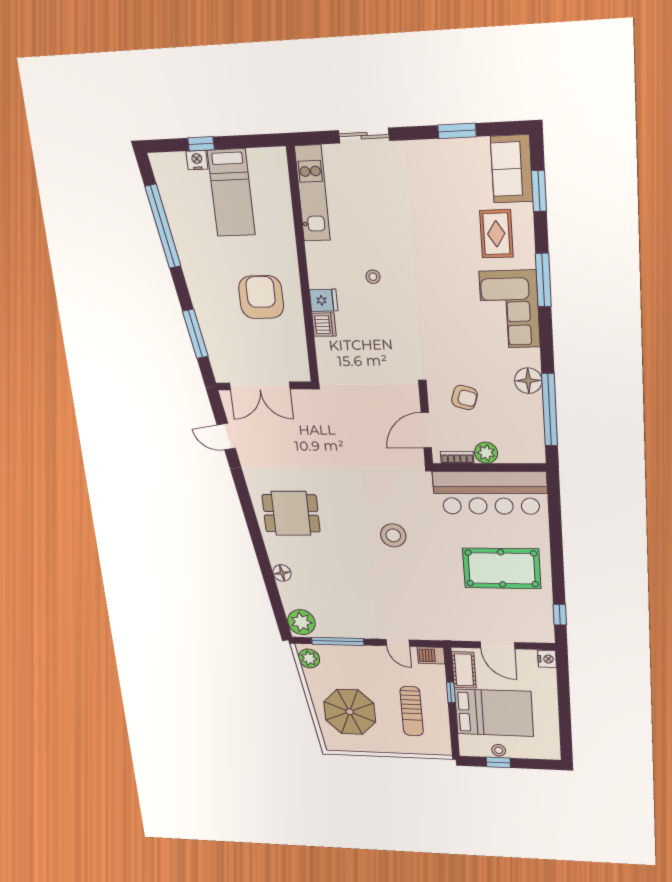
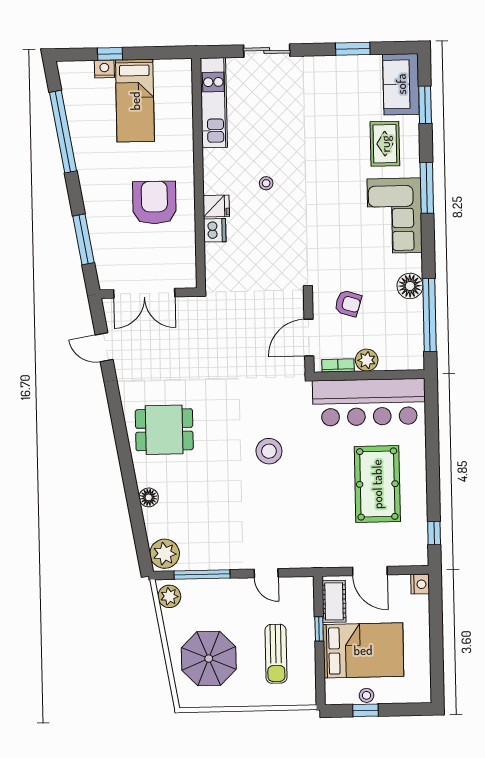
pool table: (502, 568) -> (377, 484), turned 90
barbecue: (431, 655) -> (300, 586), removed

